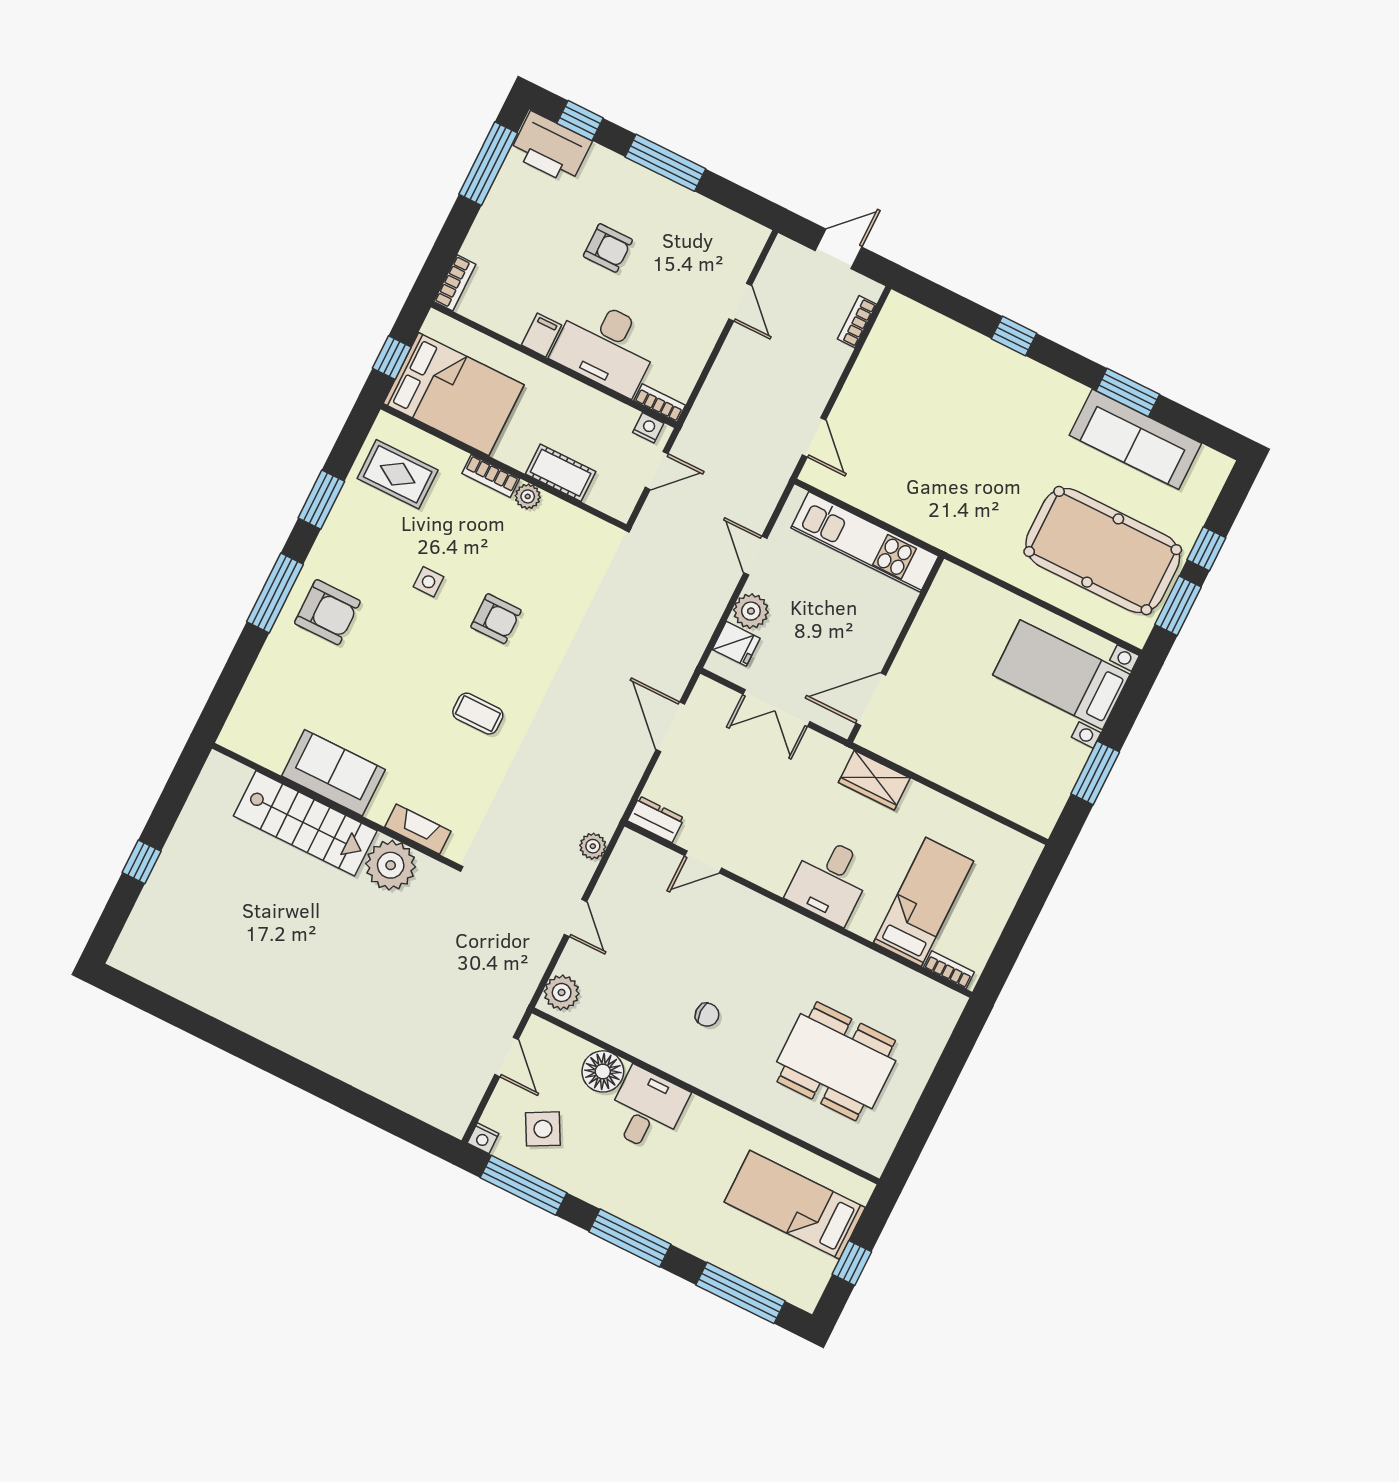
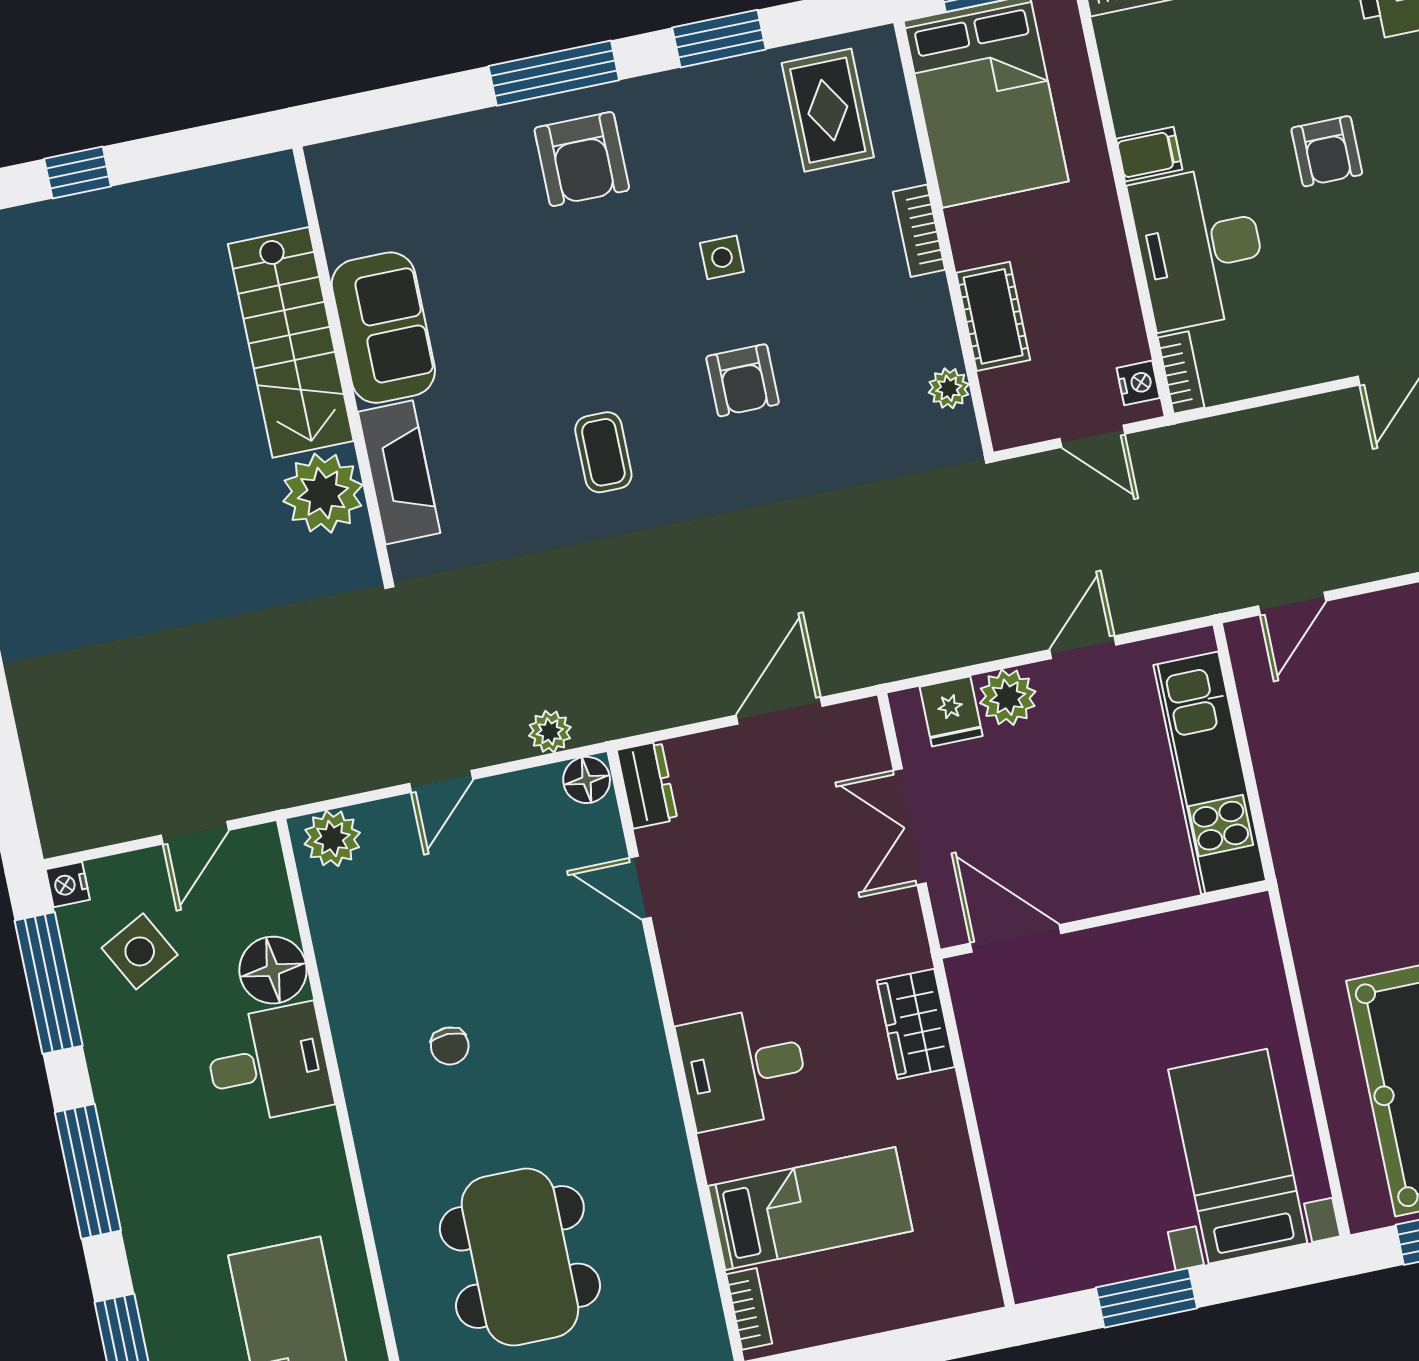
plant: (528, 496) -> (949, 388), moved
fireplace: (418, 829) -> (399, 472), width x1.37, depth x1.32
floor lamp: (630, 847) -> (587, 780), added

